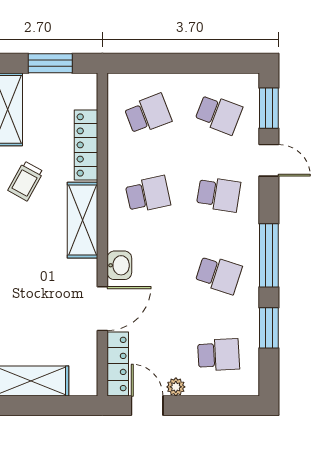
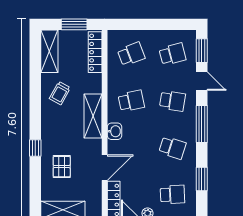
school desk: (219, 114) -> (172, 54), turned -36
locker: (86, 145) -> (95, 52), moved
window: (269, 255) -> (202, 124), moved
washbasin: (119, 265) -> (115, 131), moved
pallet: (29, 307) -> (62, 167), added

